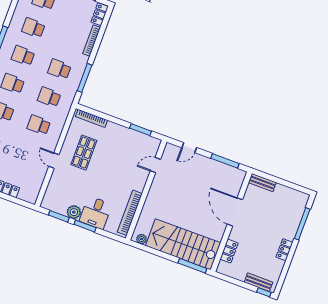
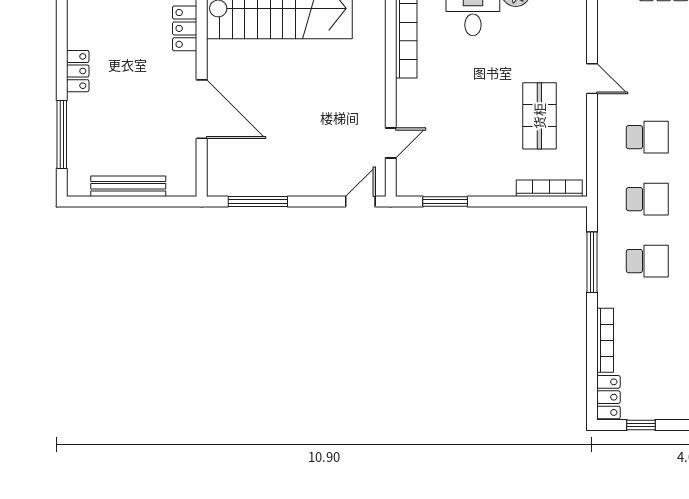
door: (189, 148) -> (360, 202), moved
bench: (262, 183) -> (128, 186), moved, width x1.36

